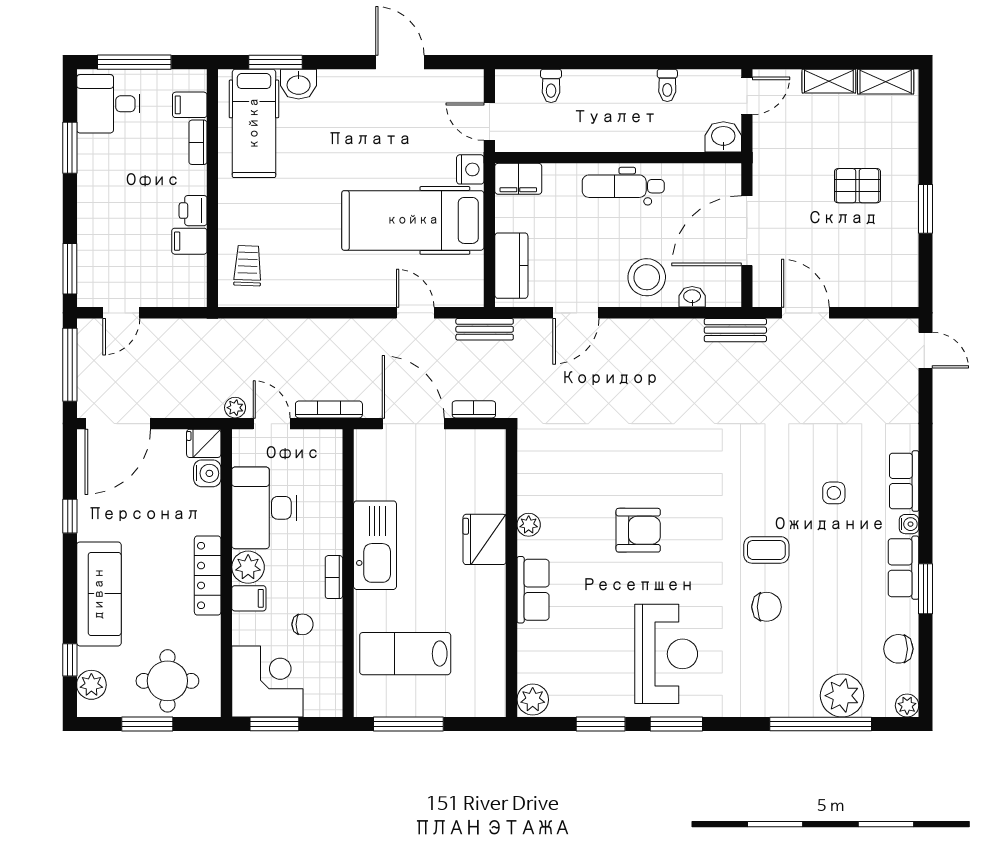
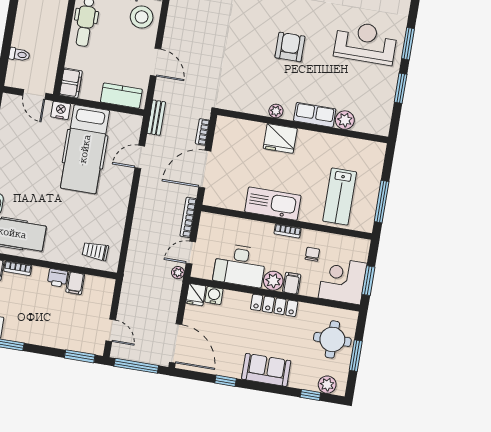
door: (489, 122) -> (34, 94), hinge flipped
sofa: (99, 594) -> (266, 370), width x0.73
plant: (533, 700) -> (345, 120), moved

